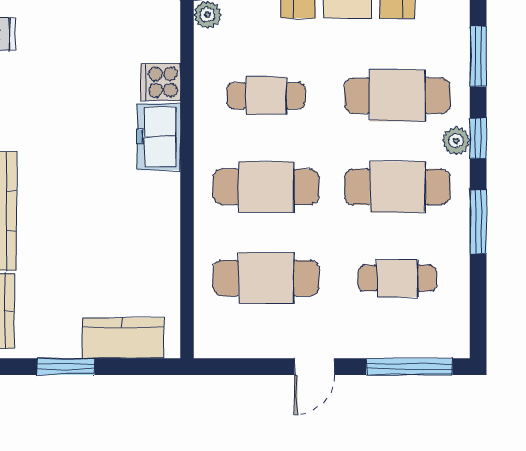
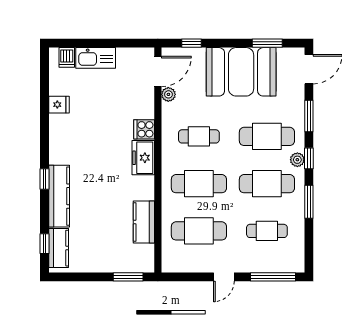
kitchen counter: (123, 338) -> (144, 222), moved, turned -90
window: (66, 367) -> (128, 277), moved

